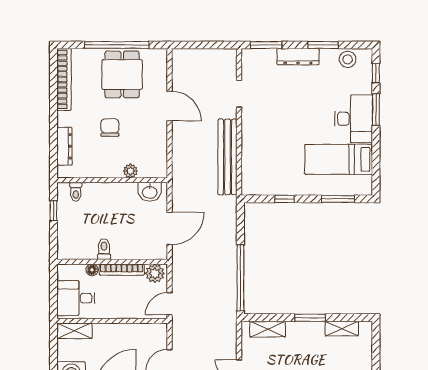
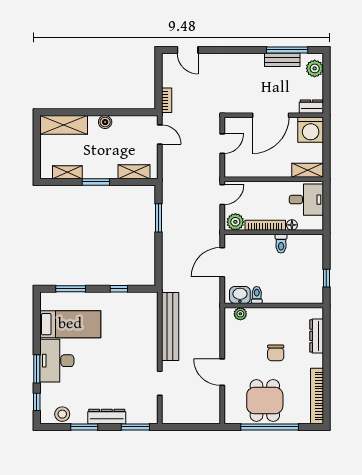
plant: (130, 171) -> (240, 314), moved
toilet: (76, 192) -> (257, 295), moved
window: (240, 278) -> (158, 218), width x0.47

